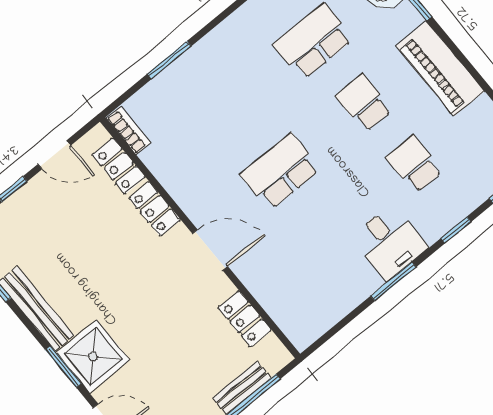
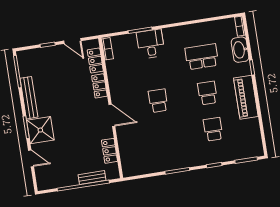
school desk: (280, 172) -> (158, 101), width x0.54
desk: (389, 242) -> (151, 44), moved, turned 180

